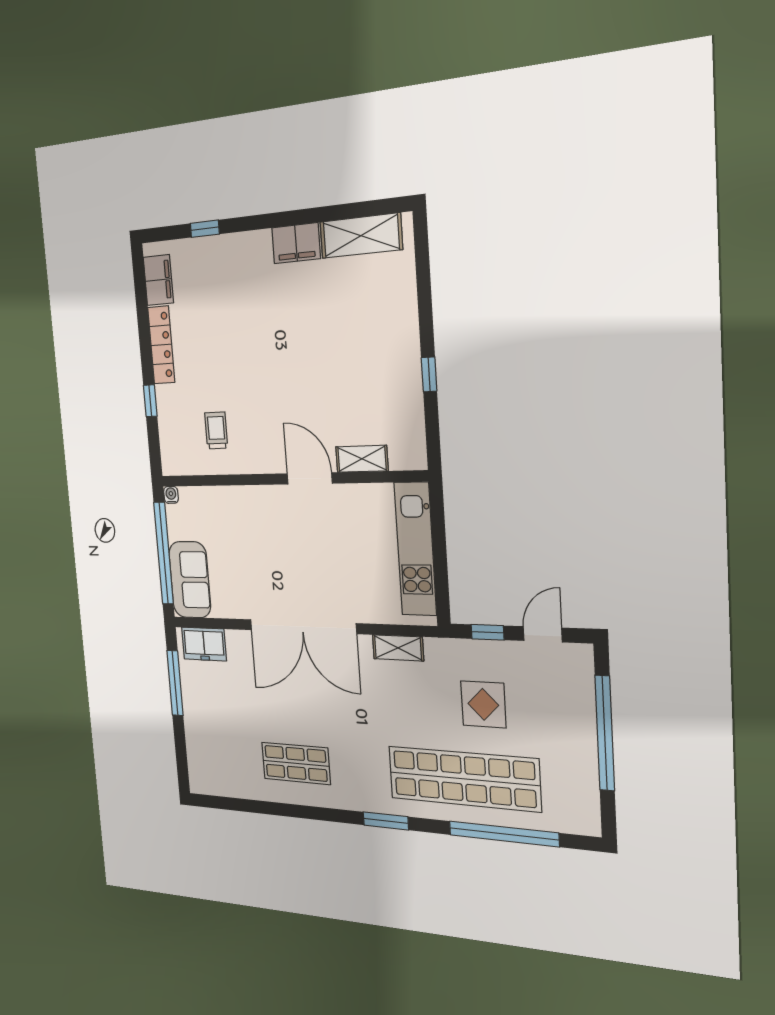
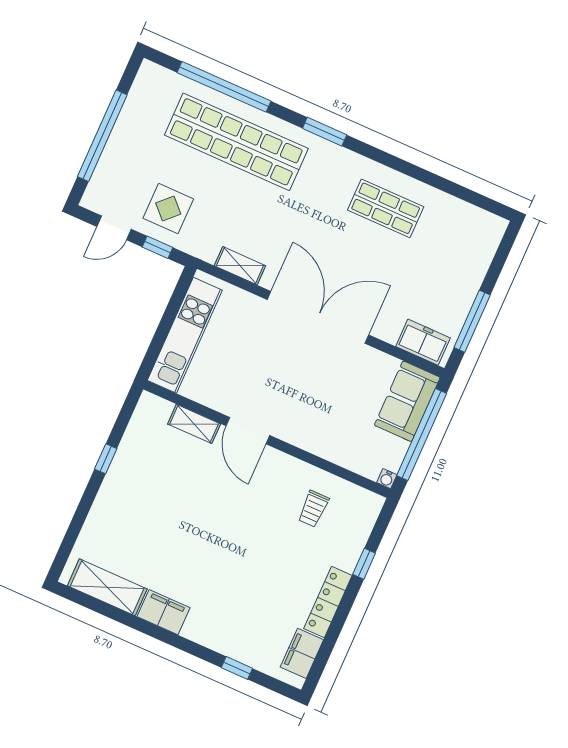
display table: (483, 704) -> (168, 209), moved

